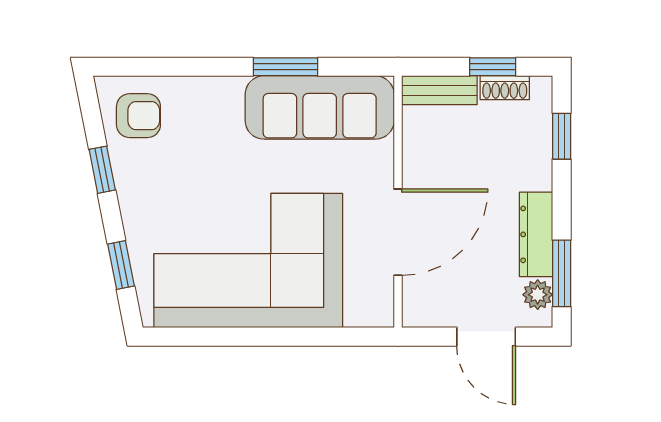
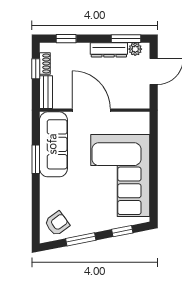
armchair: (138, 116) -> (57, 223), turned 54
window: (102, 170) -> (81, 239), width x1.50
door: (398, 232) -> (91, 110), moved

